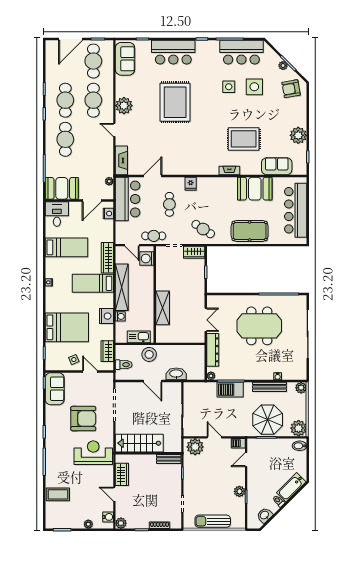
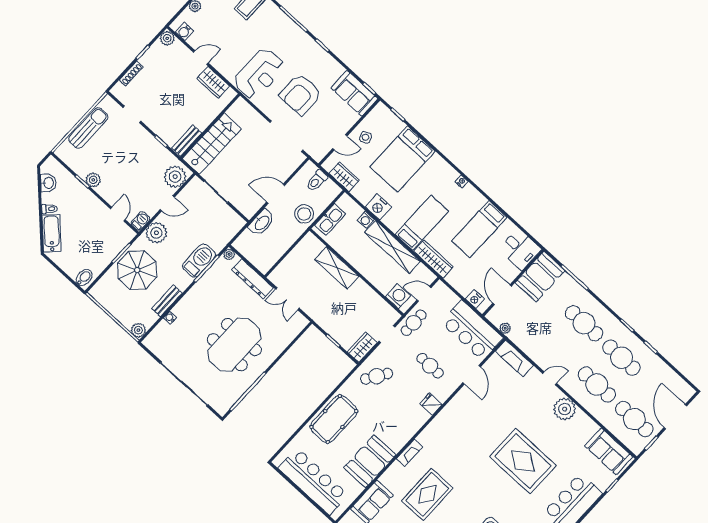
bench: (270, 387) -> (167, 301), width x0.73
plant: (299, 428) -> (156, 233), moved
stairs: (139, 443) -> (212, 144), moved

